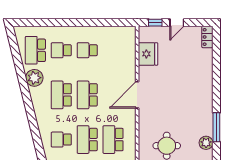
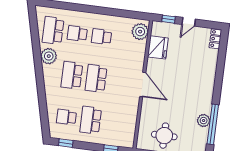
plant: (127, 40) -> (140, 32), added
door: (137, 95) -> (143, 84), swing flipped
window: (216, 127) -> (213, 124), width x1.46
school desk: (113, 140) -> (115, 123), removed
plant: (206, 143) -> (204, 121), moved

